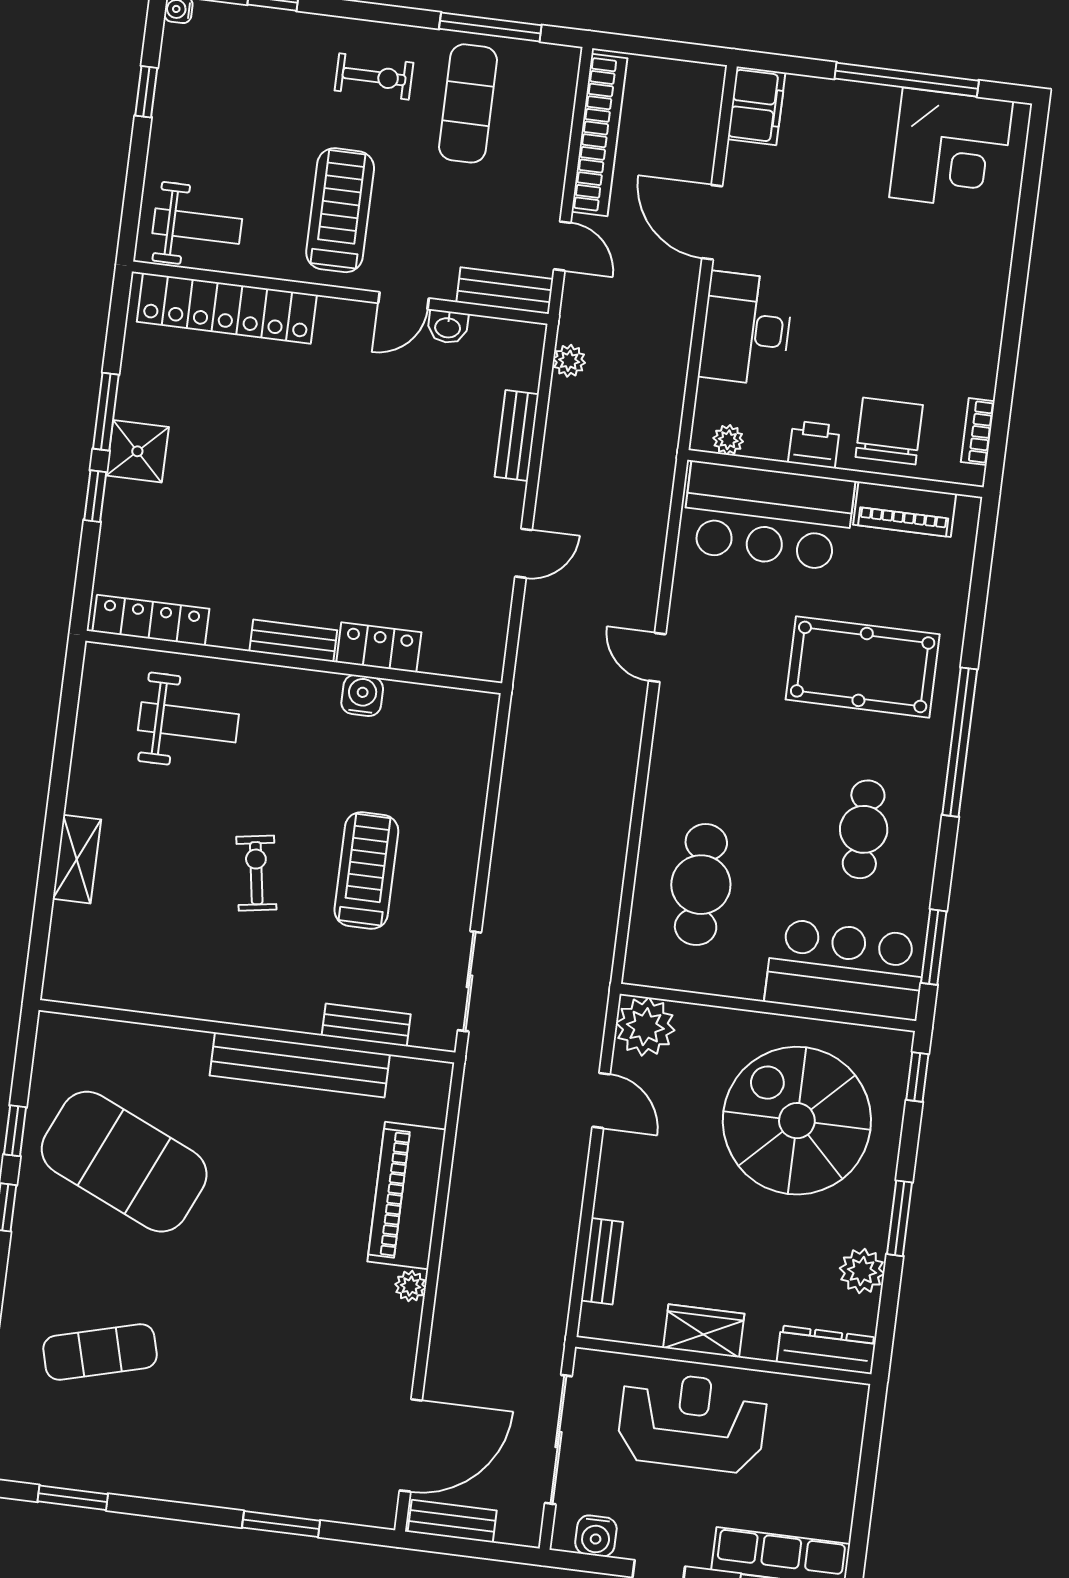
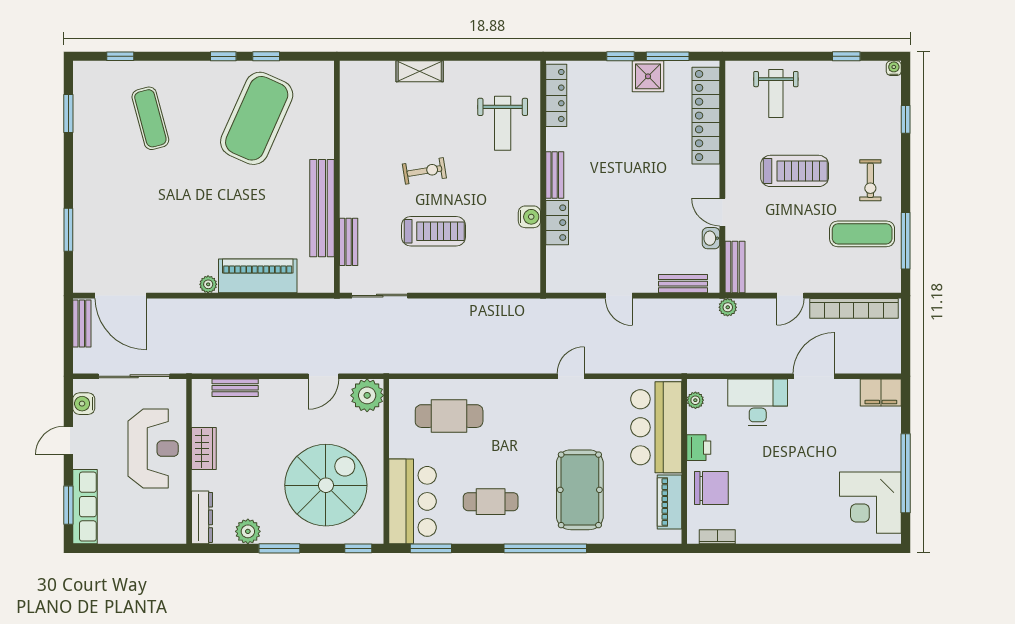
bench: (505, 291) -> (735, 267), moved
wall: (340, 293) -> (722, 177), moved
door: (404, 301) -> (722, 212), moved
locker: (227, 308) -> (706, 116), moved
washbasin: (448, 327) -> (711, 238), moved

